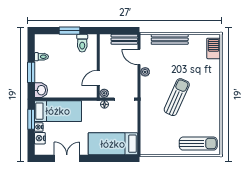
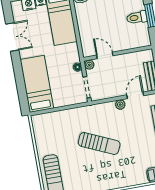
toilet: (82, 43) -> (137, 18), moved

